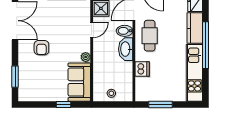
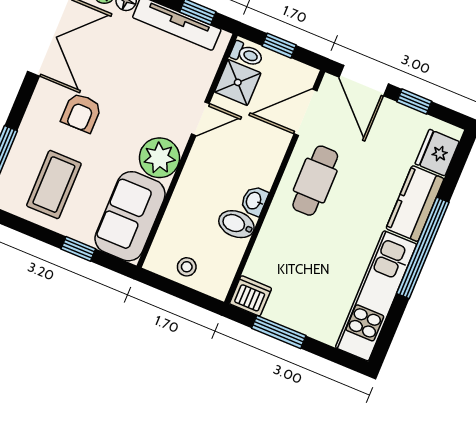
bidet: (125, 31) -> (236, 224), moved
washbasin: (126, 49) -> (254, 201), width x0.52, depth x0.69
plant: (86, 57) -> (159, 158), width x1.88, depth x1.88
dishwasher: (142, 69) -> (251, 296), moved, turned -90
coffee table: (42, 82) -> (54, 185), added

